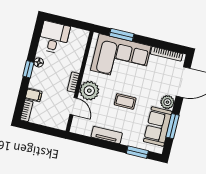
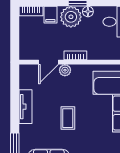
plant: (40, 78) -> (71, 17), added
plant: (89, 91) -> (65, 70), width x0.53, depth x0.53

